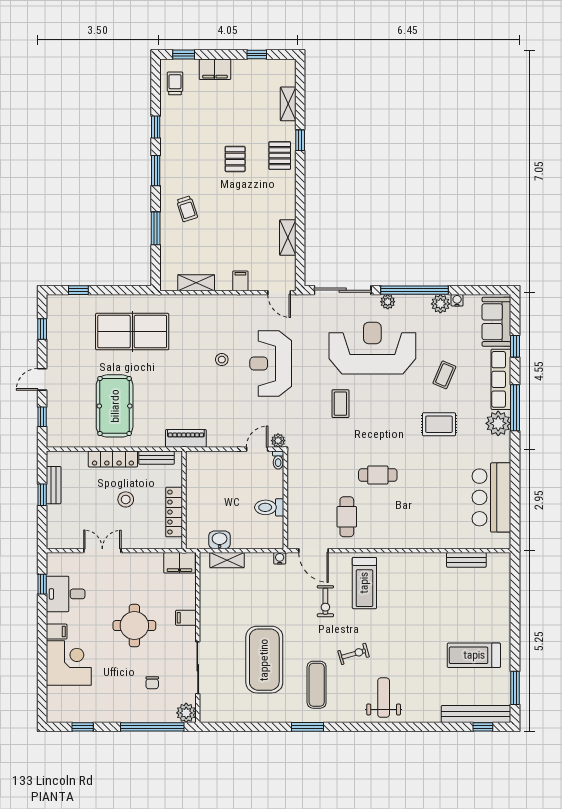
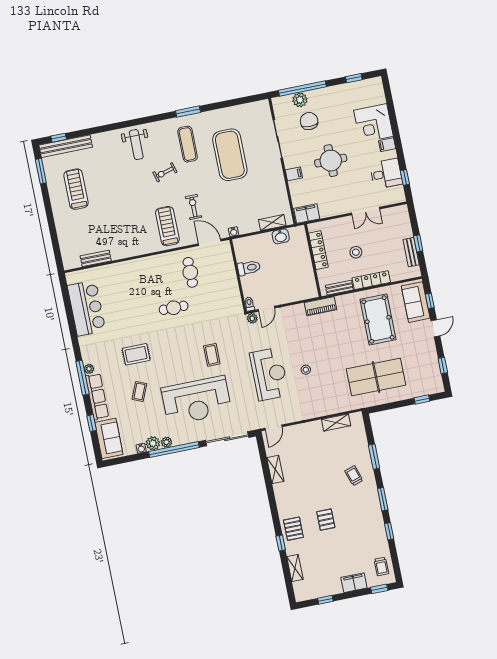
filing cabinet: (240, 281) -> (304, 430), removed
door: (279, 293) -> (273, 427), swing flipped
plant: (388, 302) -> (166, 442), moved
sofa: (61, 419) -> (416, 302), added
plant: (498, 423) -> (89, 369), width x0.53, depth x0.53
treadmill: (474, 655) -> (76, 189), turned -90
chair: (152, 683) -> (309, 121), width x1.87, depth x1.87
plant: (186, 713) -> (300, 100), moved

